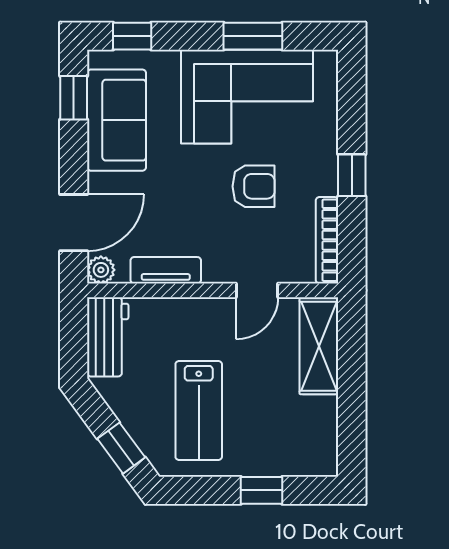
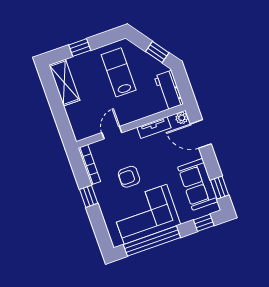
window: (253, 36) -> (152, 241), width x2.11
door: (74, 223) -> (201, 134), hinge flipped
shelving: (319, 346) -> (64, 83), moved
window: (121, 448) -> (157, 52), moved

